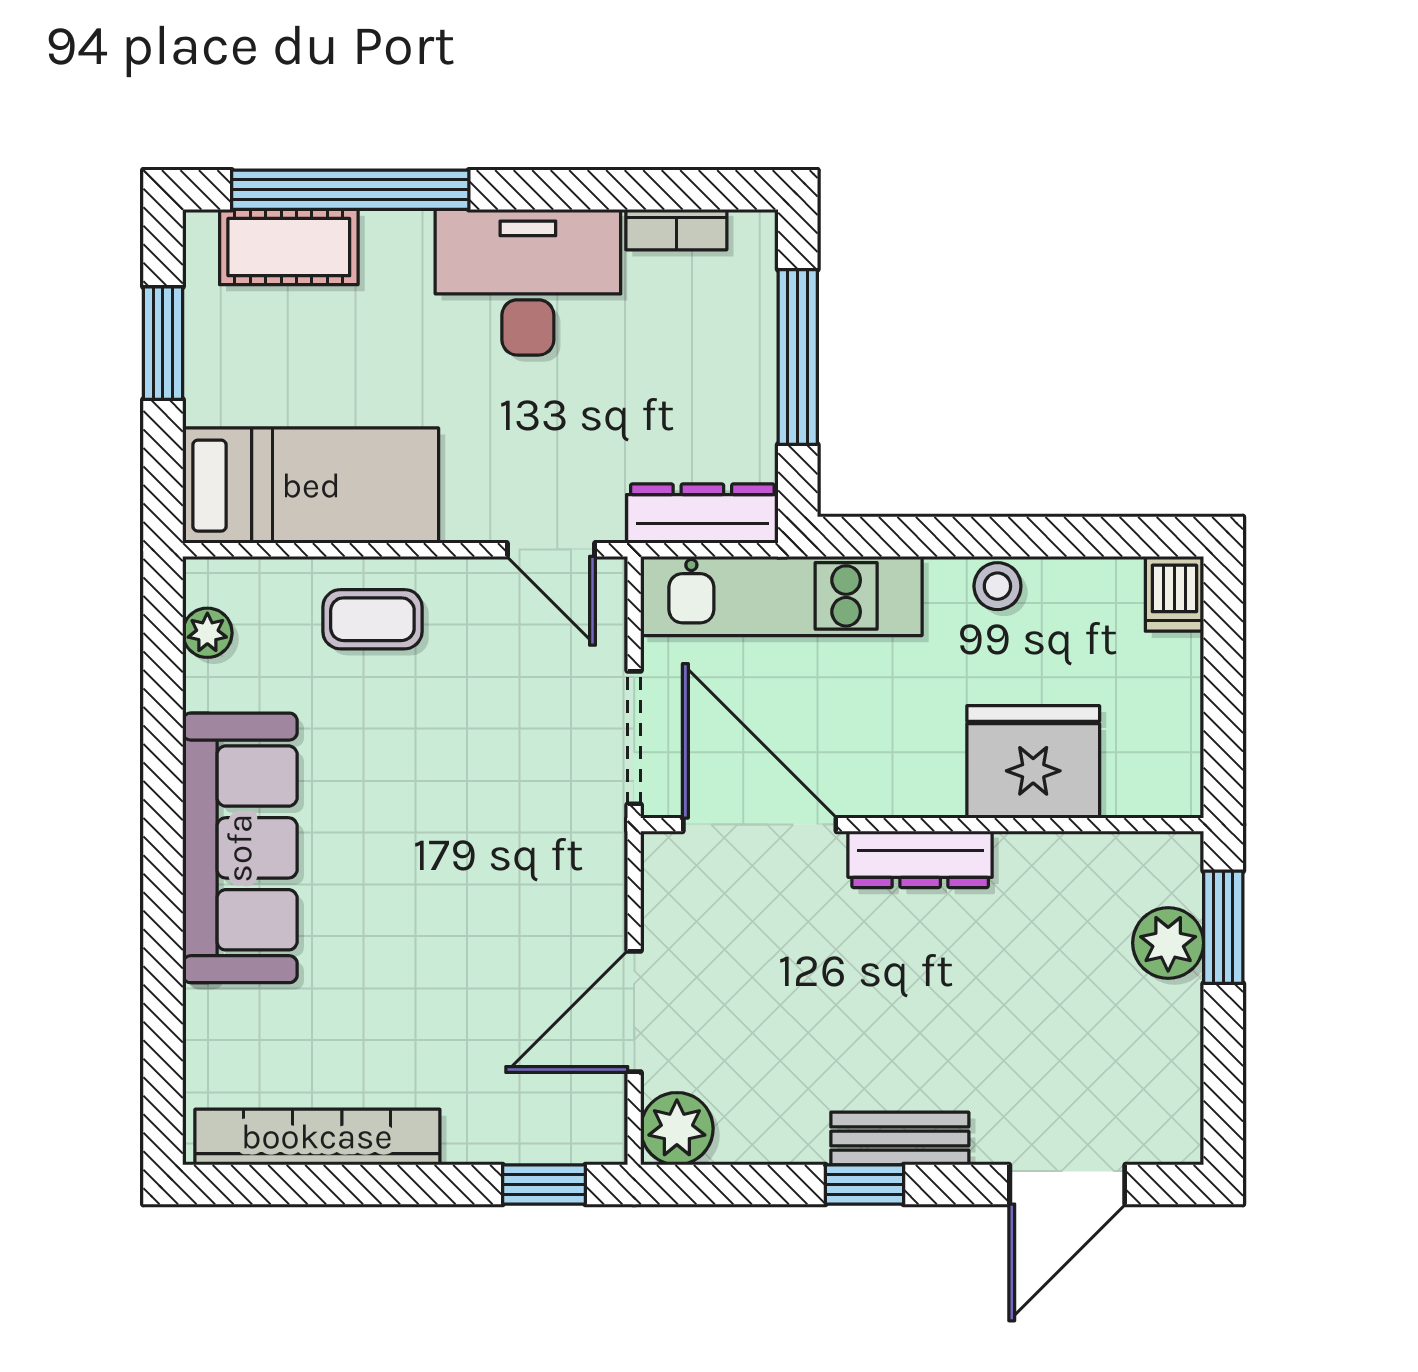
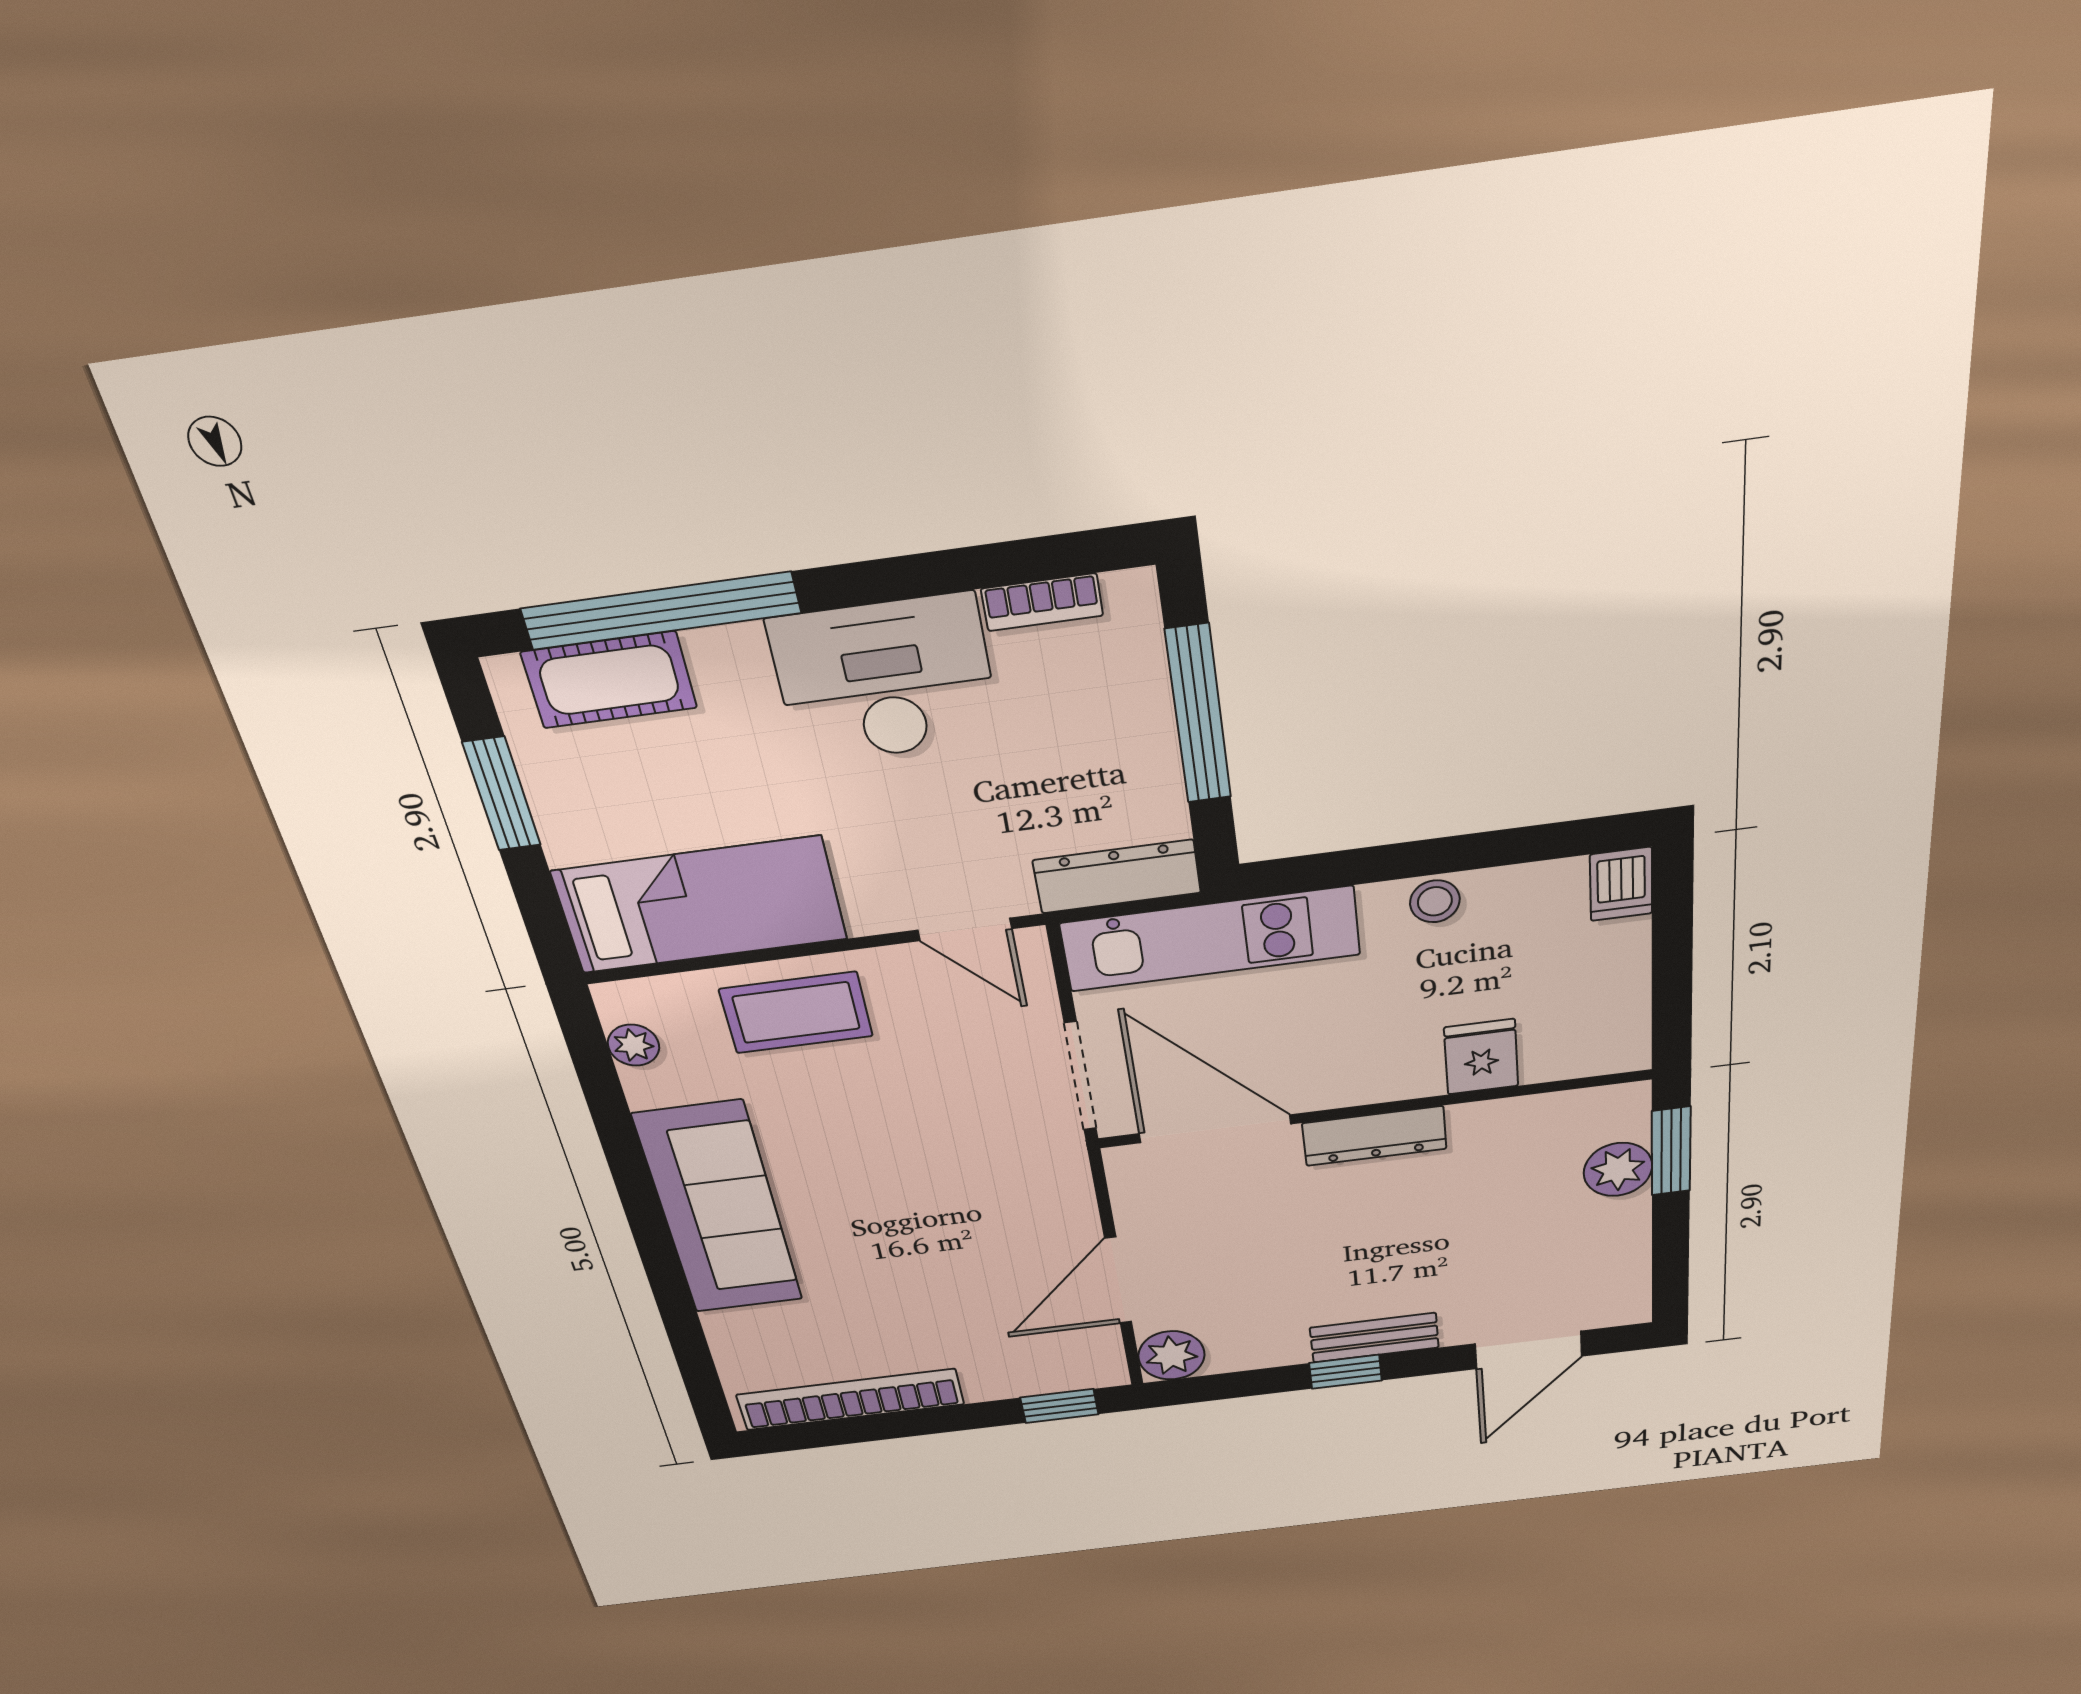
coffee table: (372, 619) -> (796, 1013), width x1.36, depth x1.30
fridge: (1033, 762) -> (1481, 1057), width x0.53, depth x0.75

